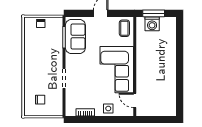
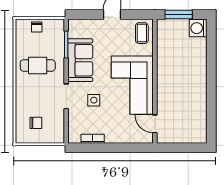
washing machine: (152, 24) -> (198, 28), moved, turned 90
sofa: (75, 36) -> (80, 60), moved
cafe table: (42, 54) -> (38, 66), added
side table: (108, 108) -> (94, 100), moved

